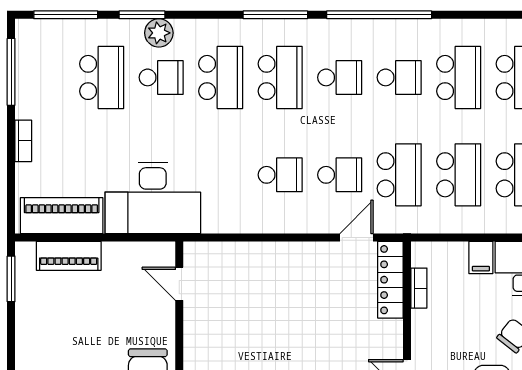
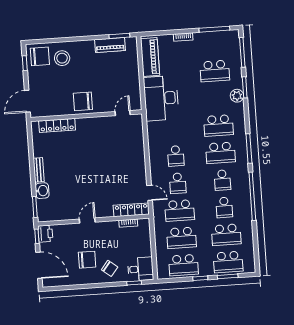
school desk: (161, 77) -> (217, 98), removed
piano: (69, 256) -> (110, 45), moved, turned -90
filing cabinet: (481, 257) -> (144, 251), removed

